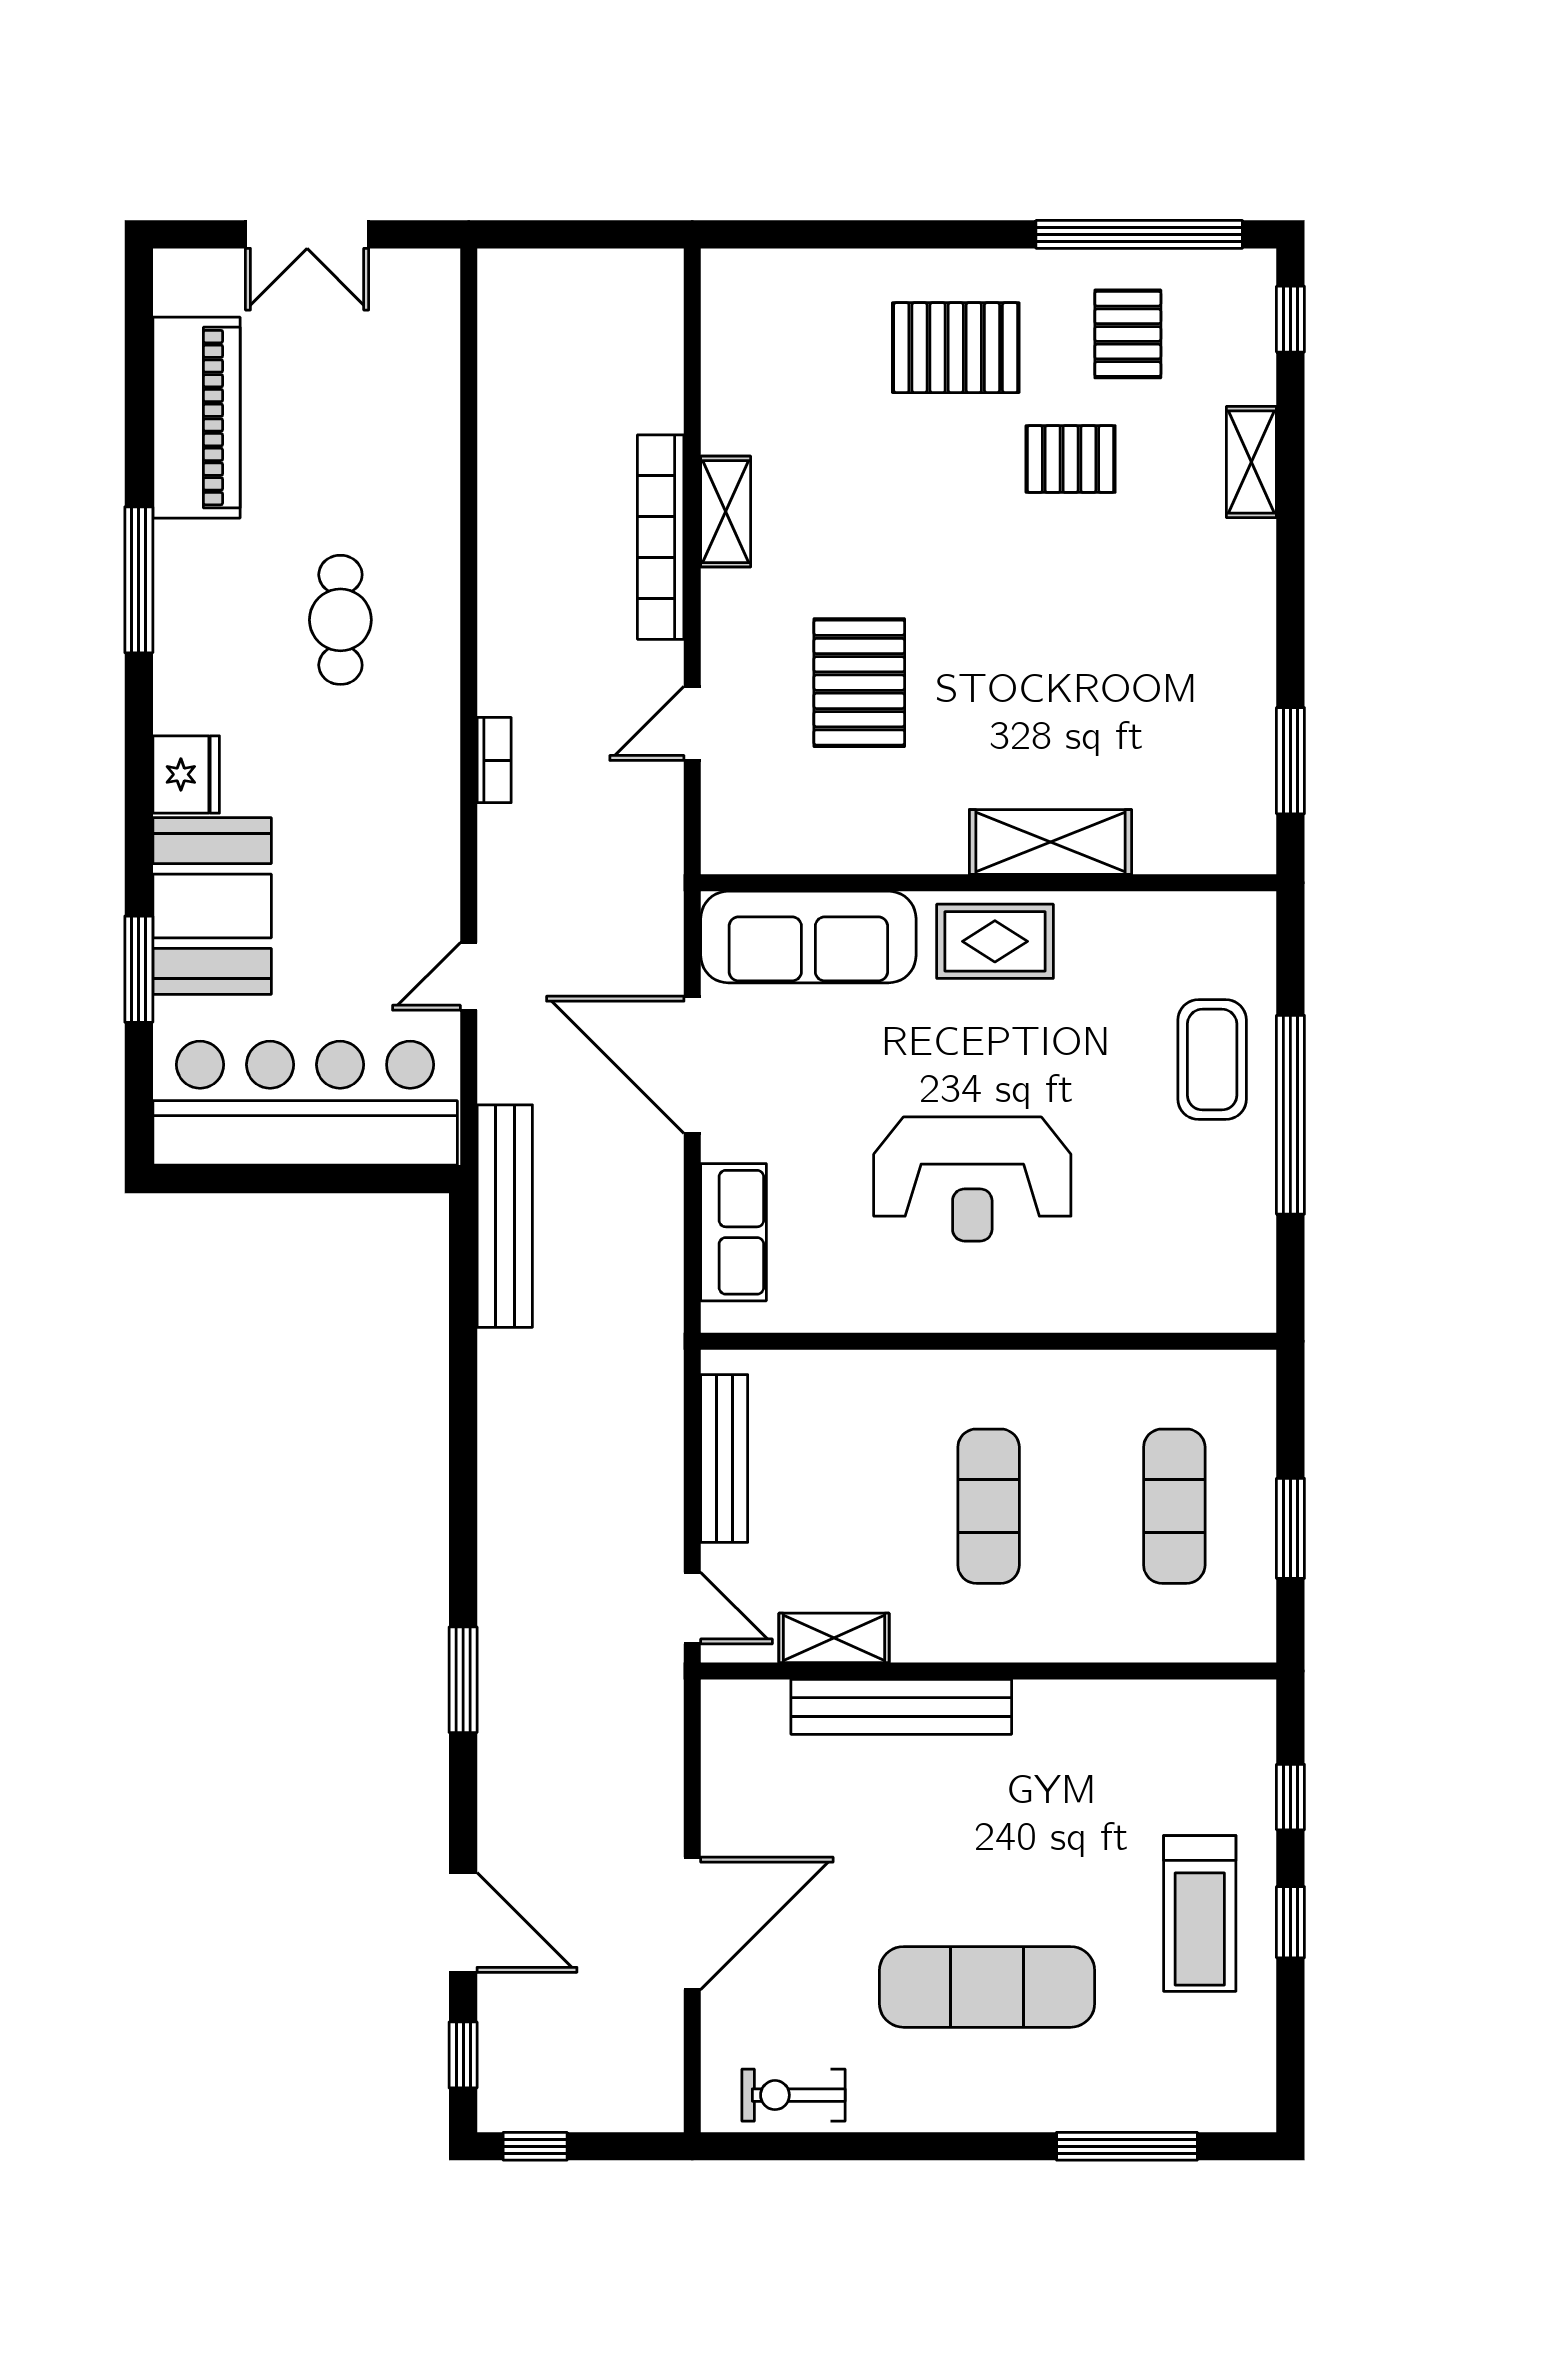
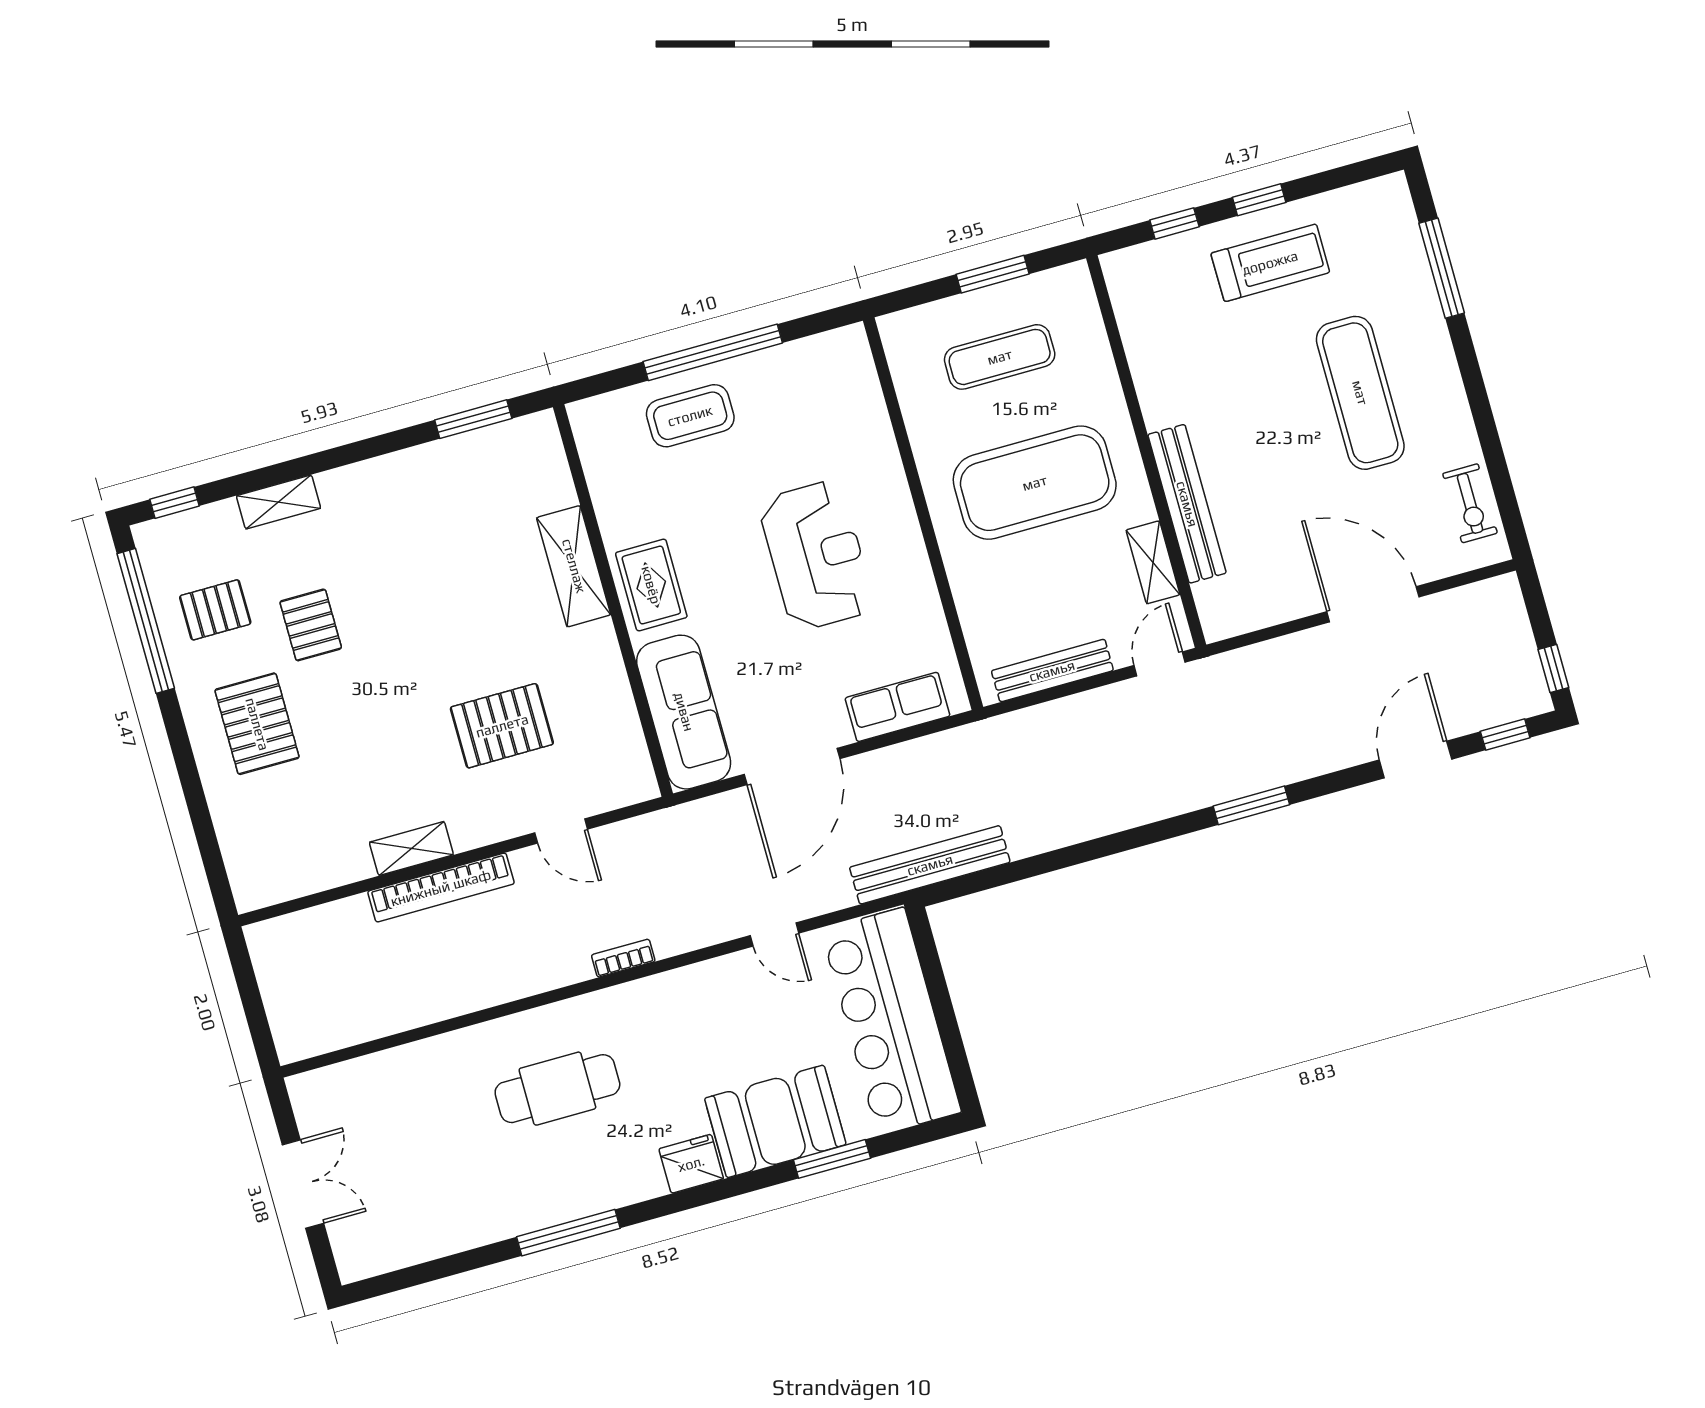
piano: (196, 418) -> (448, 1224), removed
cafe table: (340, 620) -> (557, 1089), width x1.37, depth x1.35
exercise mat: (989, 1506) -> (1035, 483), width x2.00, depth x1.45

